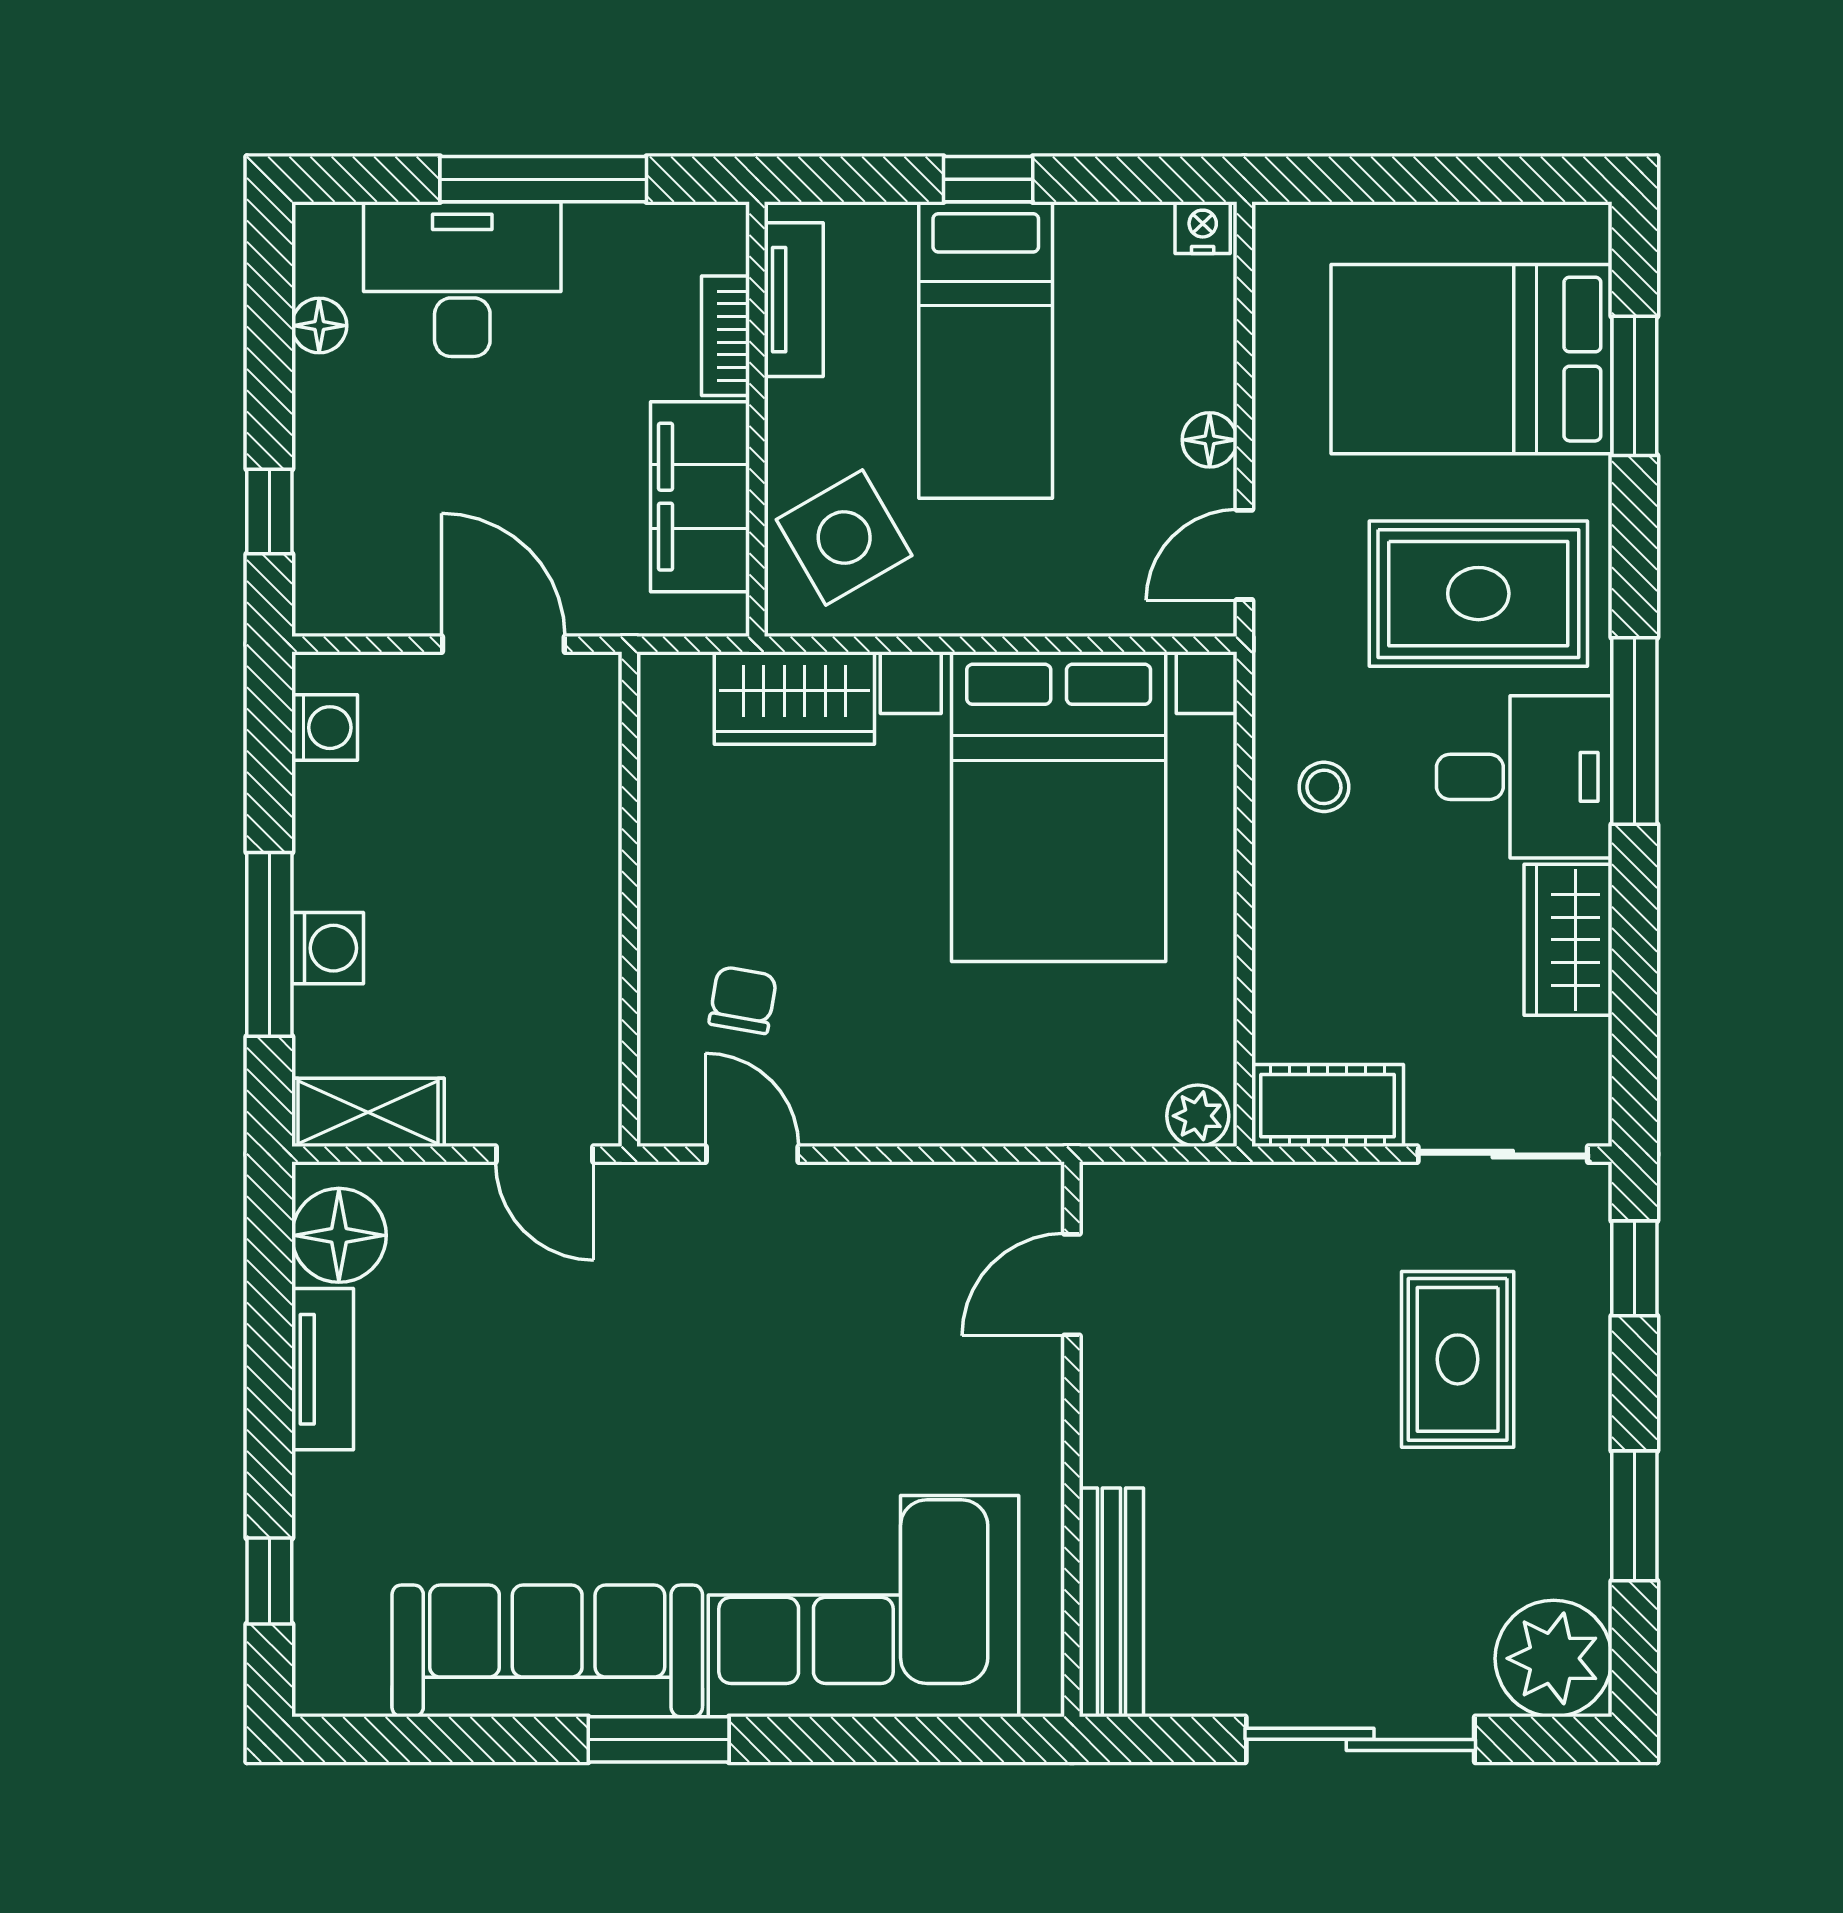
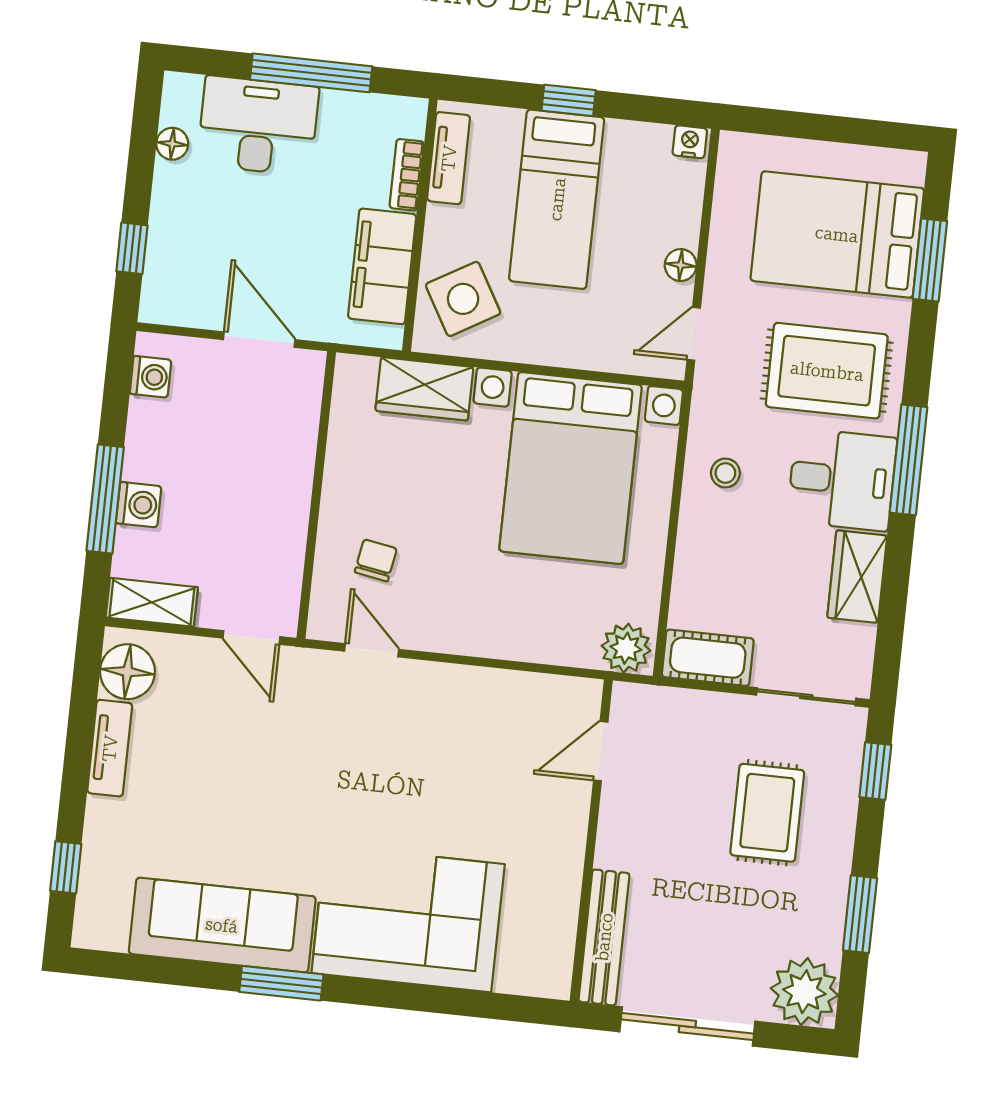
plant: (1198, 1116) -> (626, 648), width x1.38, depth x1.38
door: (1072, 1285) -> (601, 751), moved
wall: (1072, 1439) -> (591, 841), moved
bench: (1111, 1602) -> (604, 937), moved

